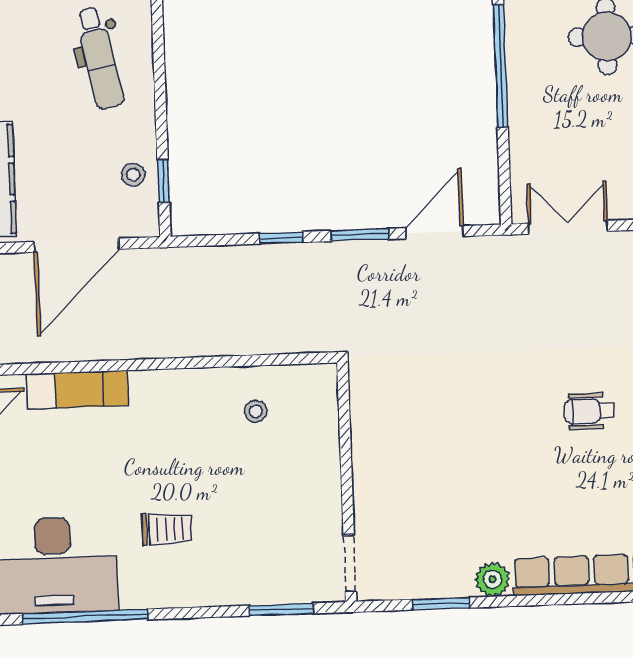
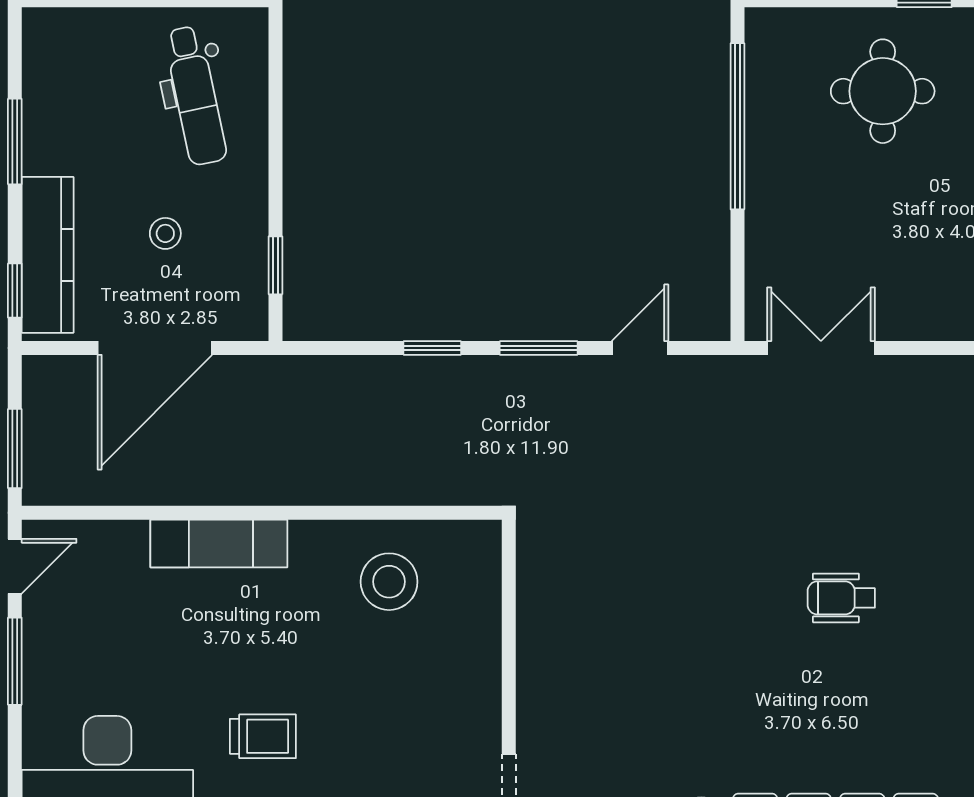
stool: (133, 175) -> (165, 233), moved
door: (434, 232) -> (640, 348), width x0.73
exam couch: (77, 390) -> (219, 543), moved
stool: (256, 411) -> (389, 582), width x1.89, depth x1.89

